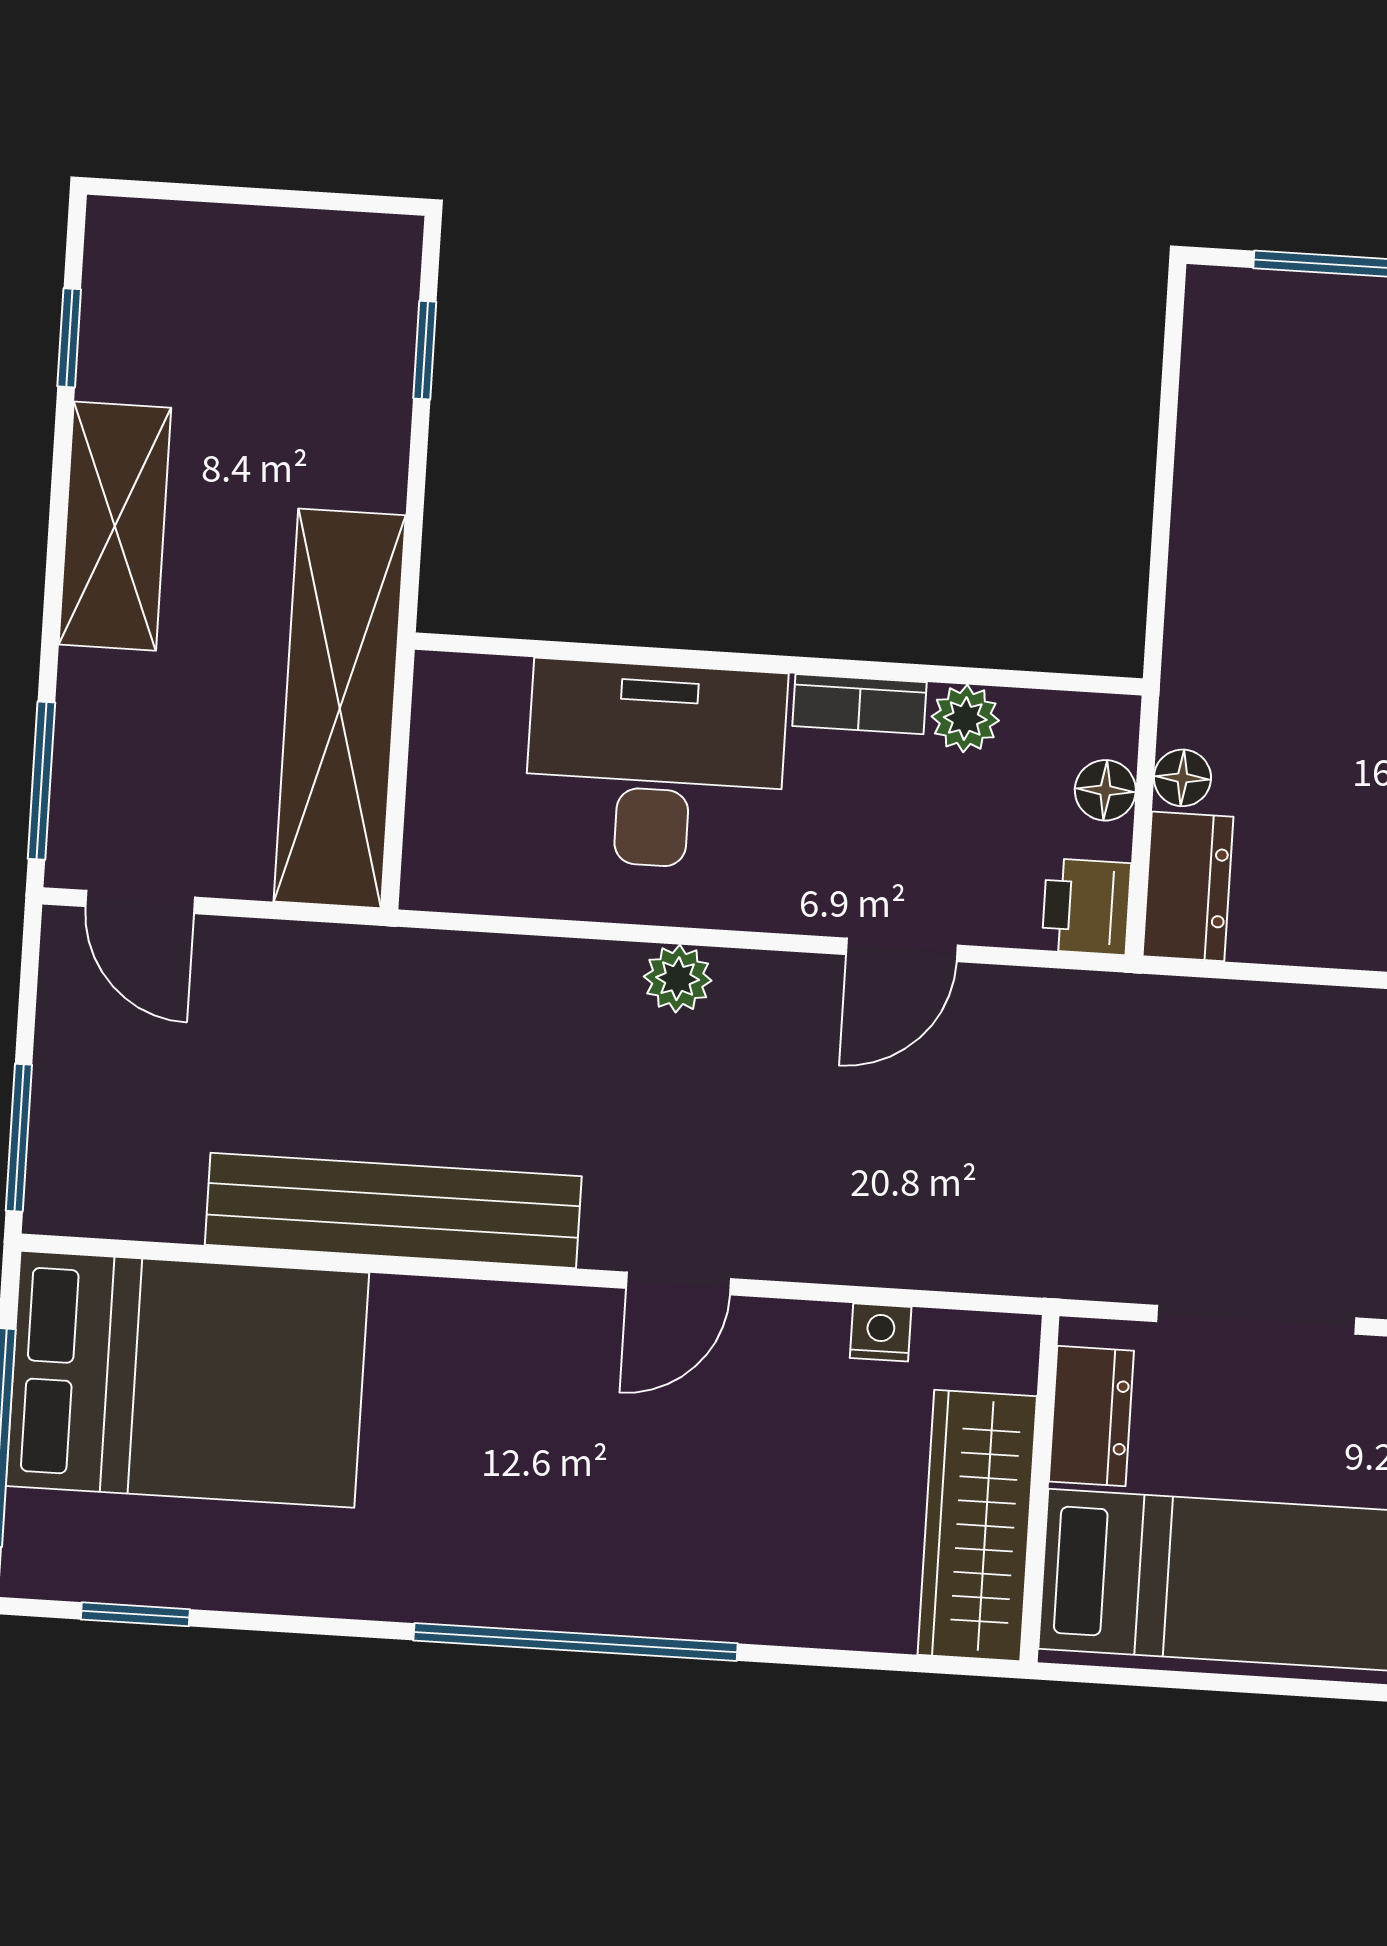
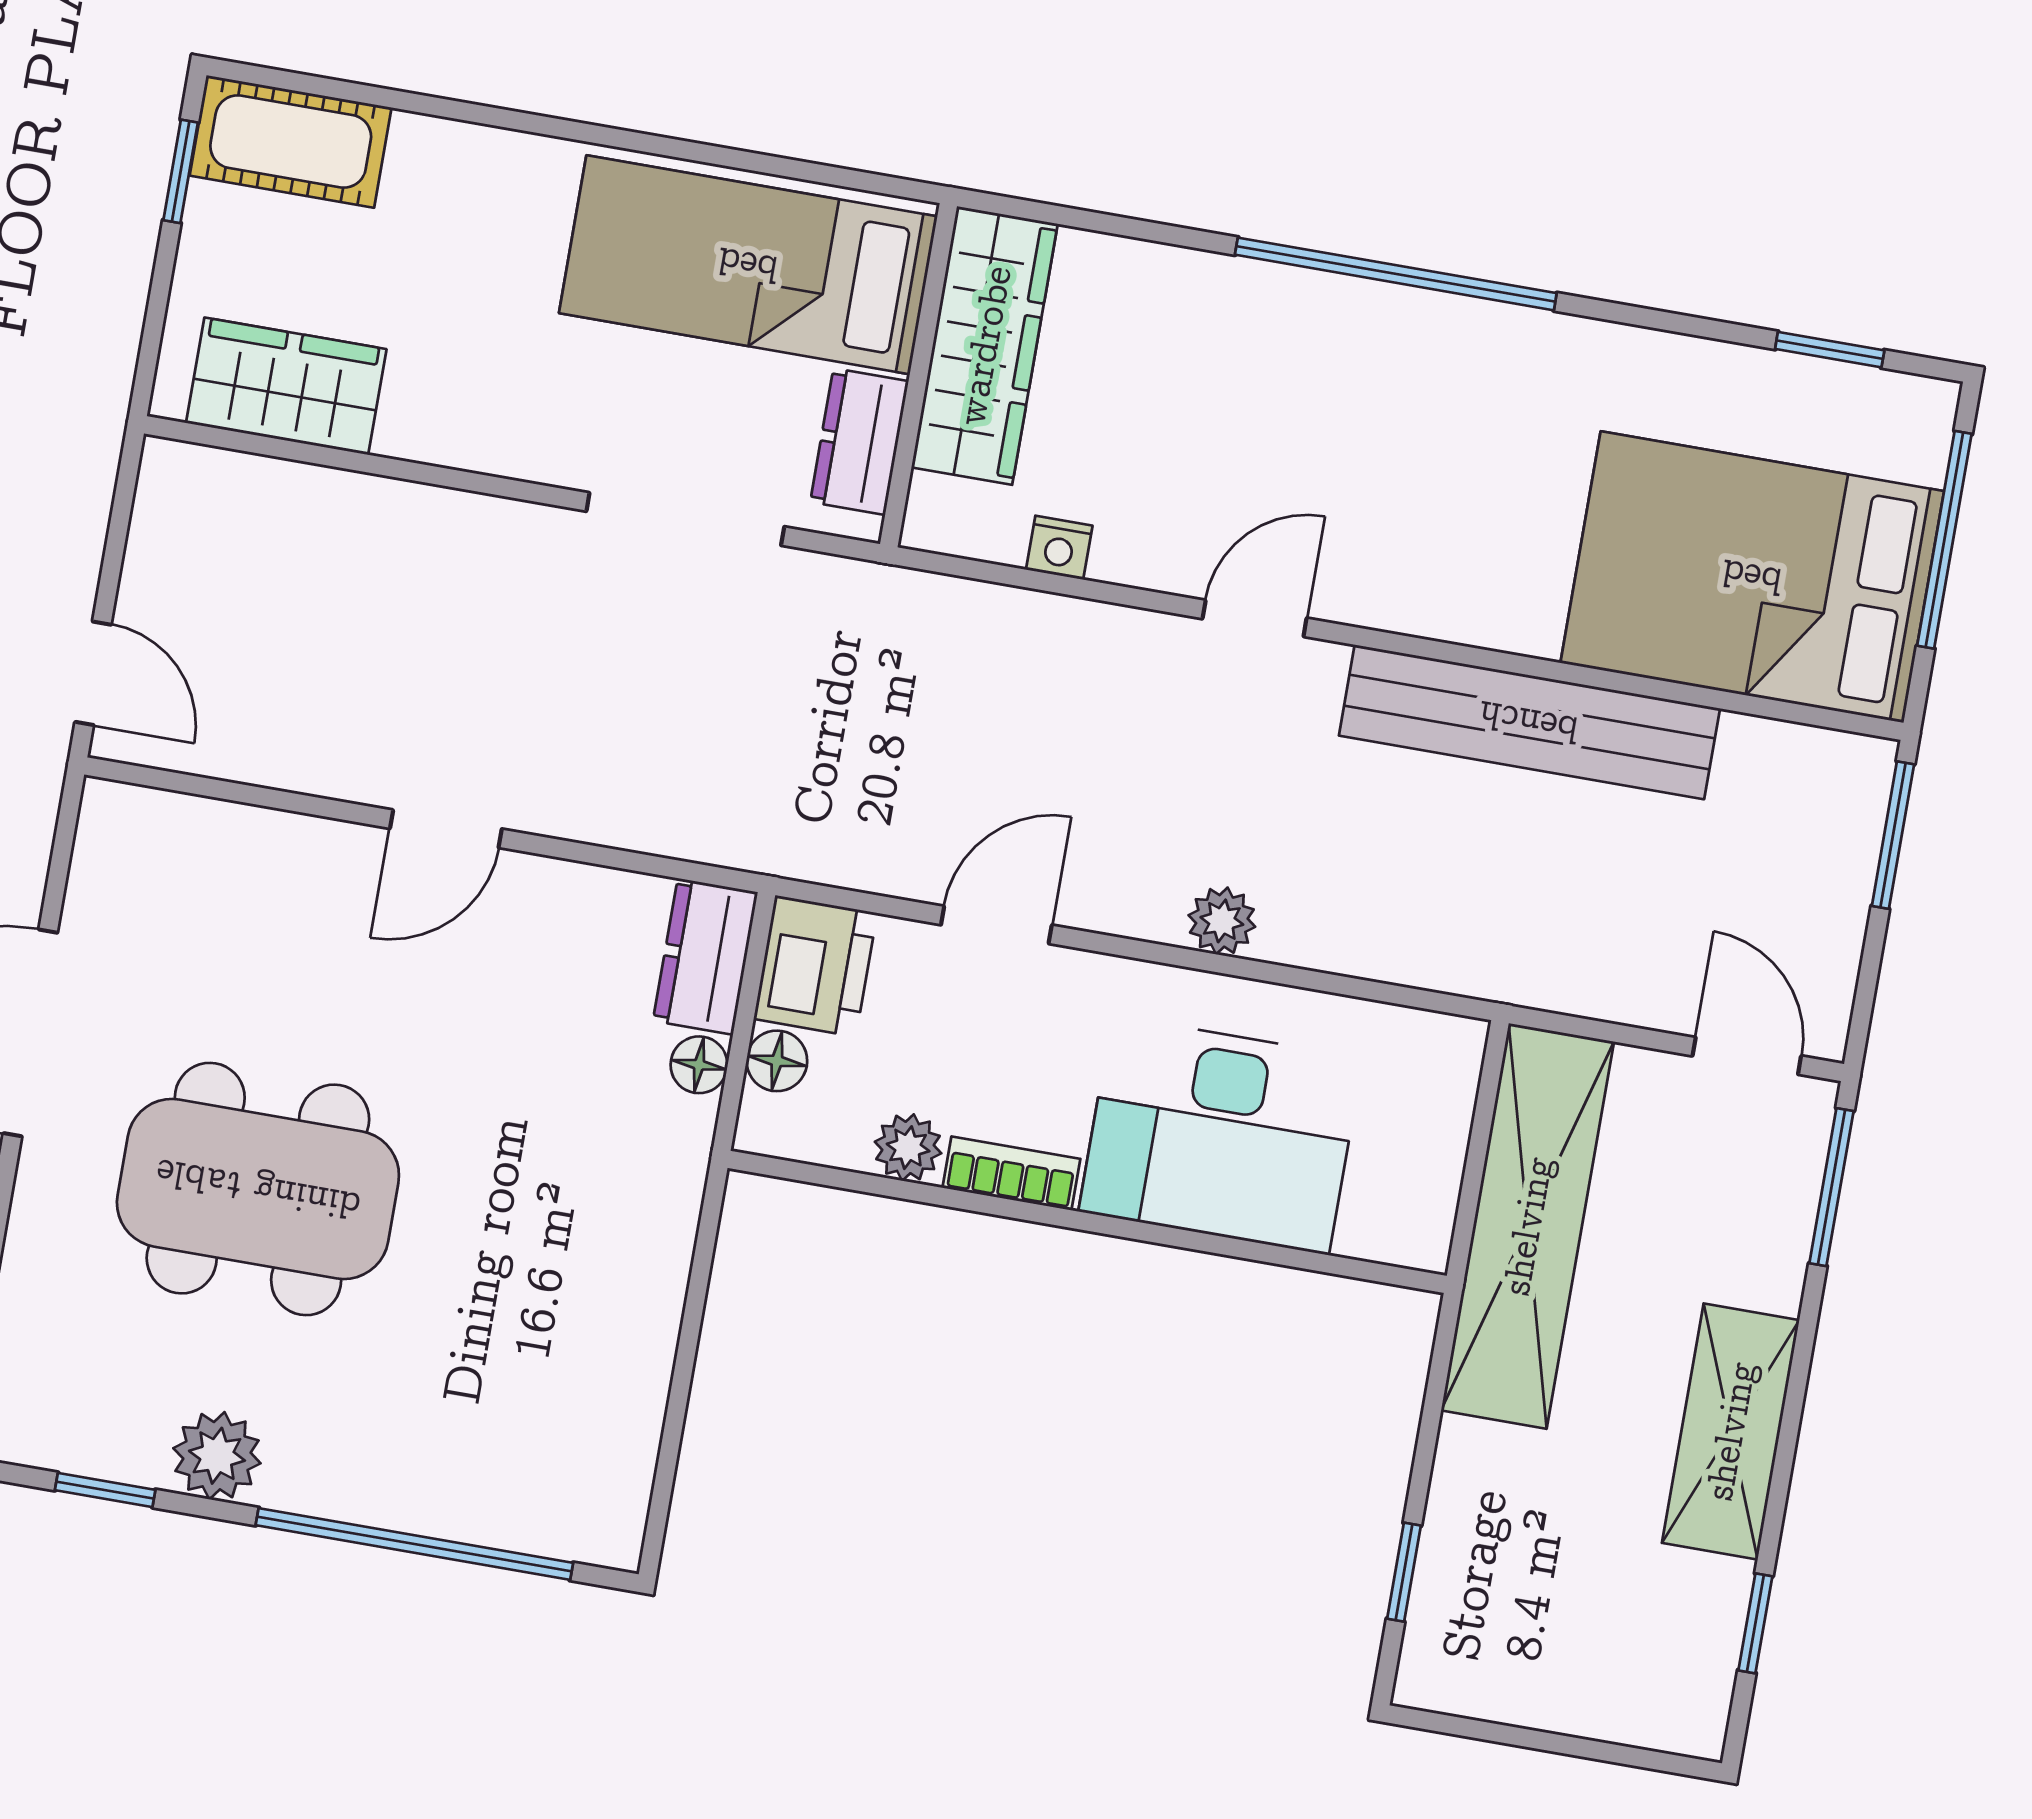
printer: (1086, 907) -> (815, 966), width x1.36, depth x1.24

